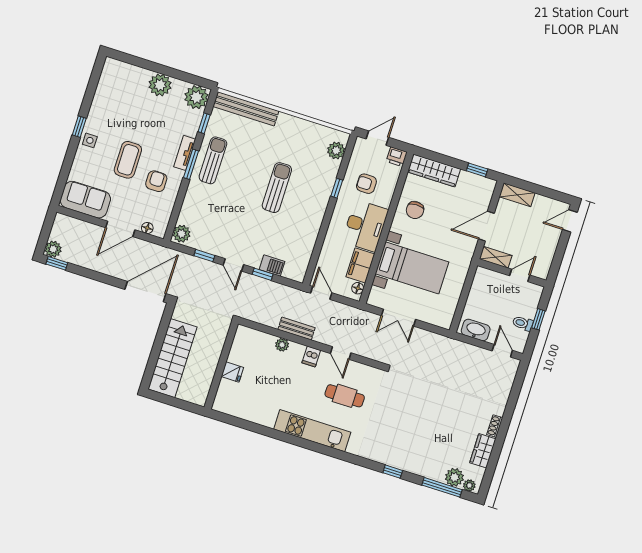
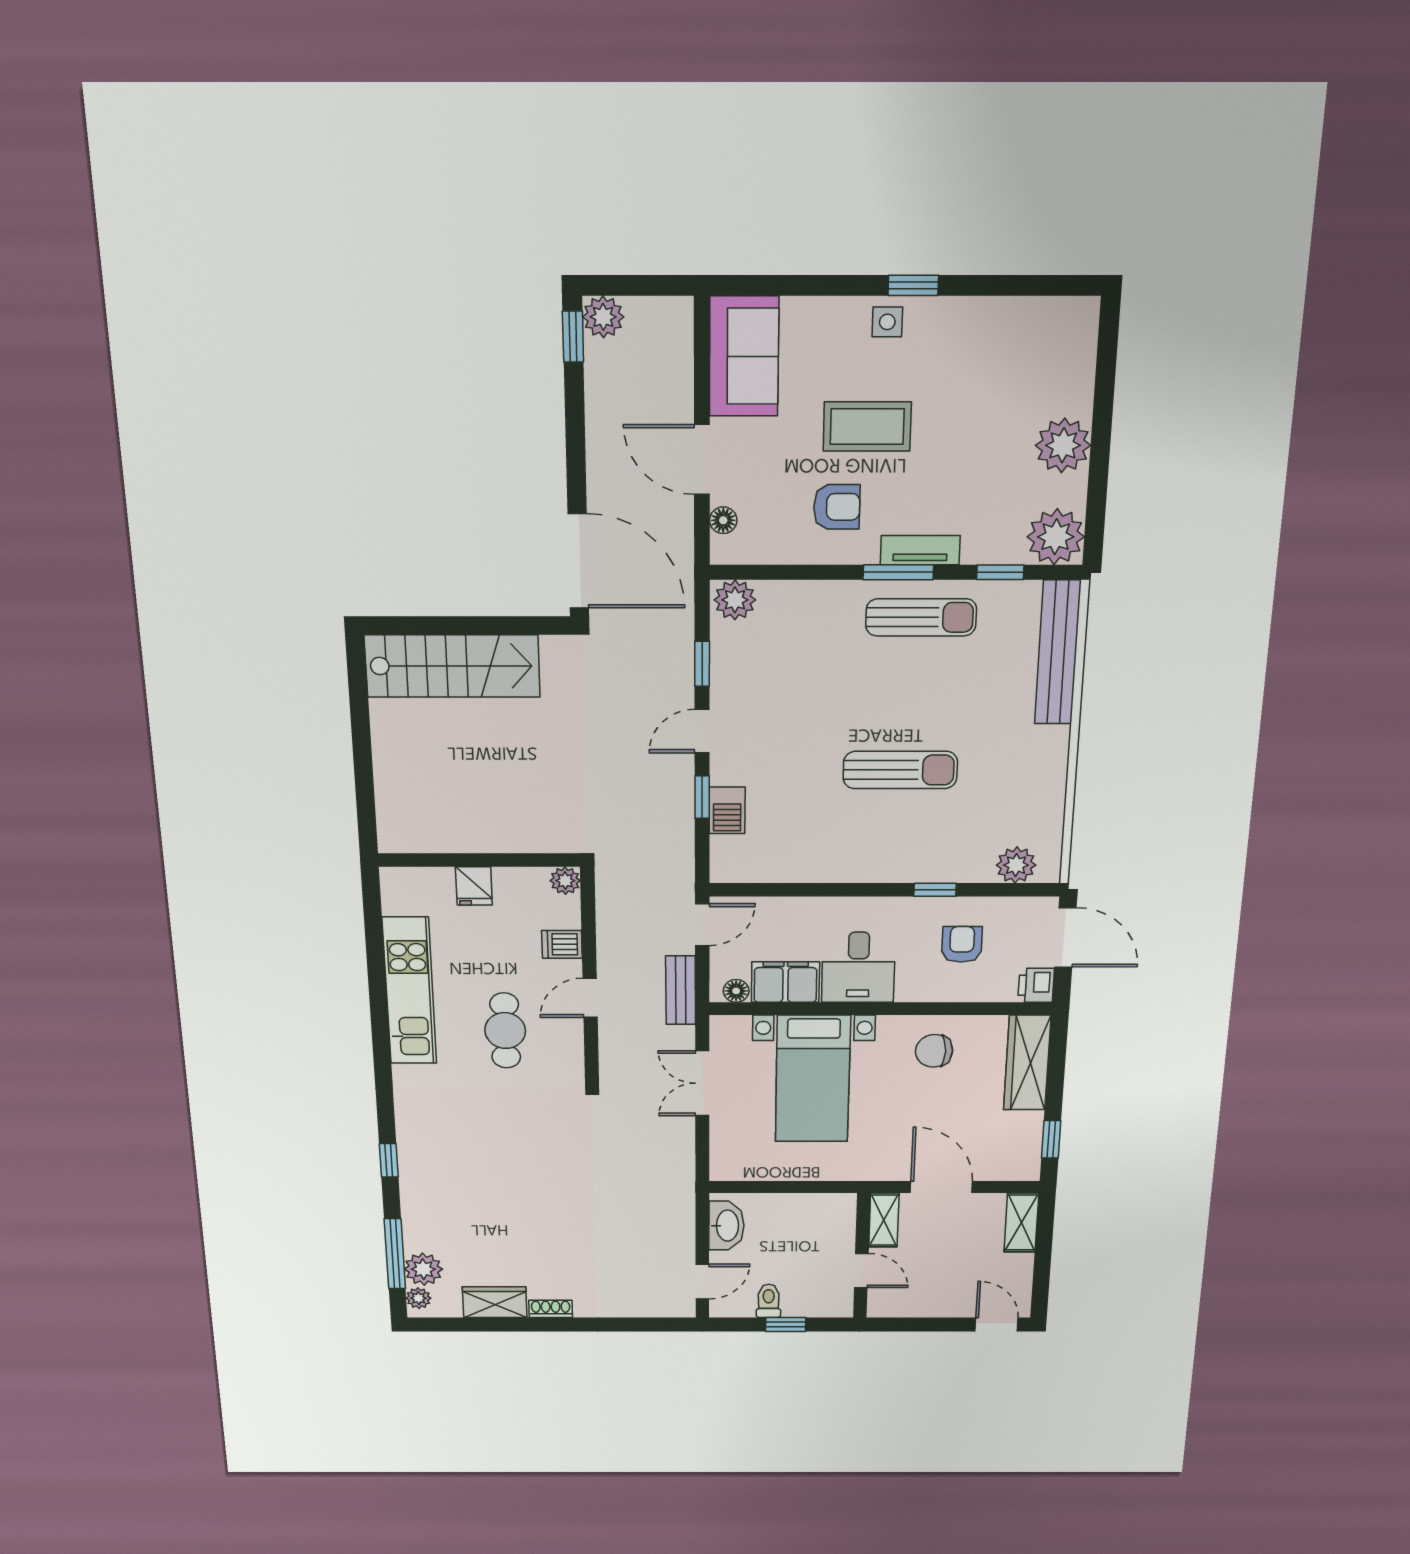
door: (377, 138) -> (1065, 937), width x1.37
desk: (365, 226) -> (858, 967), width x0.73
bench: (296, 329) -> (681, 990), moved
wall: (221, 365) -> (479, 860), moved
fridge: (232, 372) -> (474, 886), moved

